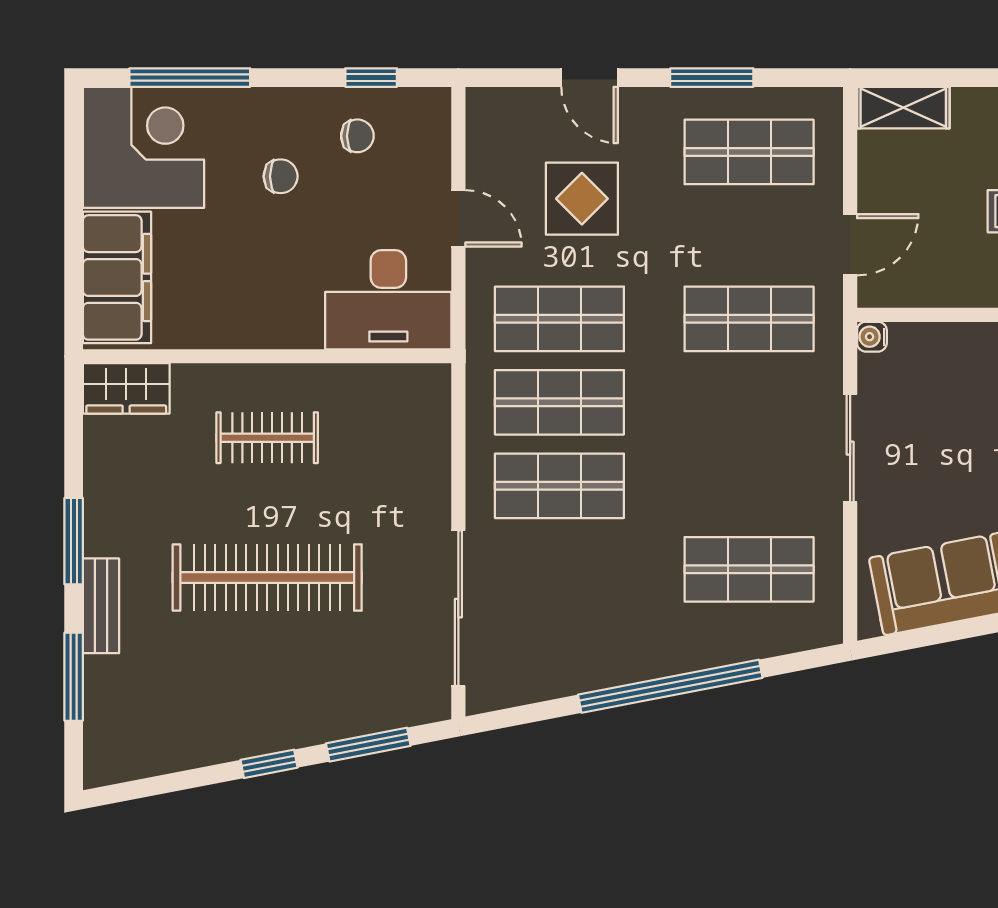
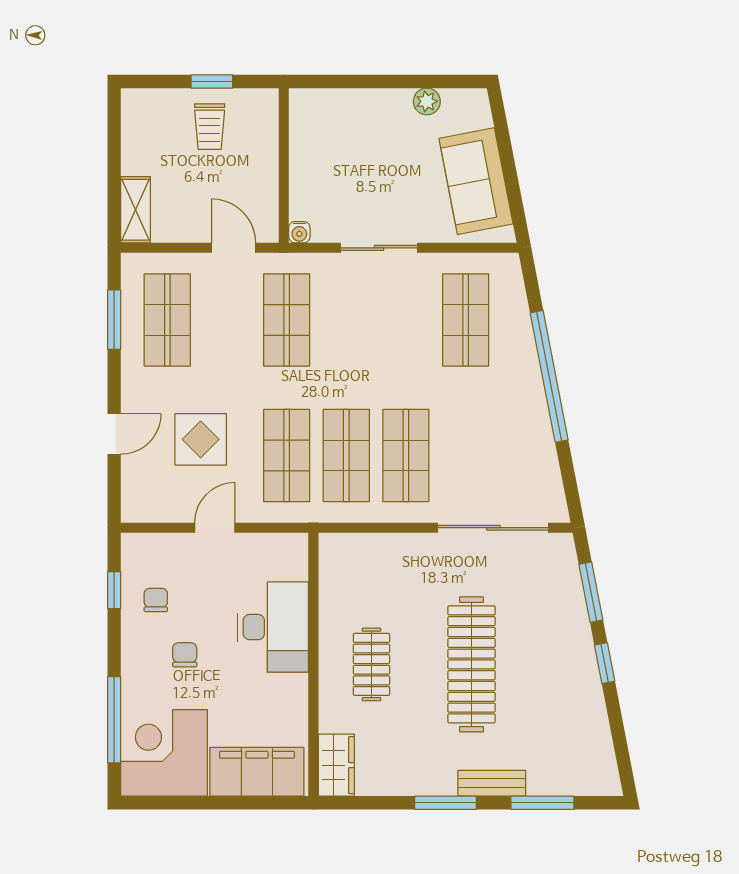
window: (712, 78) -> (114, 320), moved
desk: (388, 300) -> (273, 627), moved

